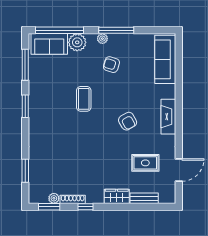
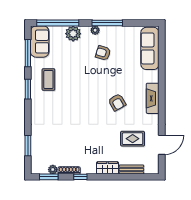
sofa: (49, 44) -> (40, 42), moved, turned -90
coffee table: (84, 99) -> (48, 79), moved

